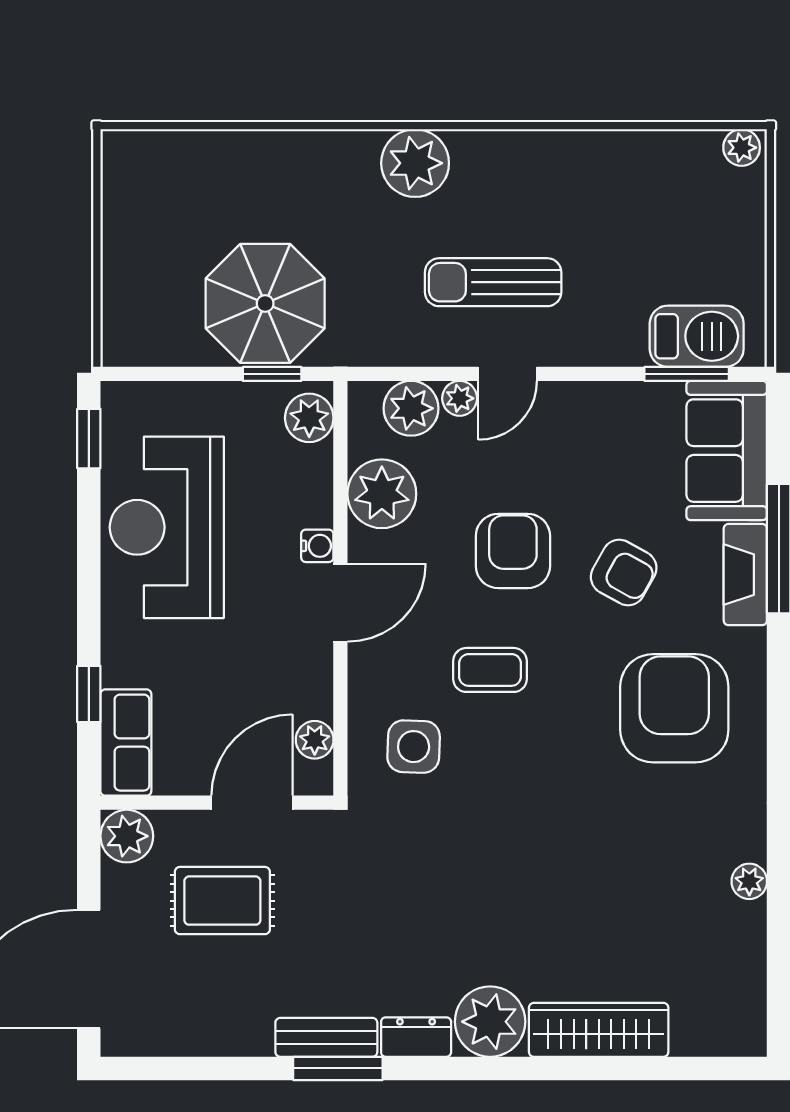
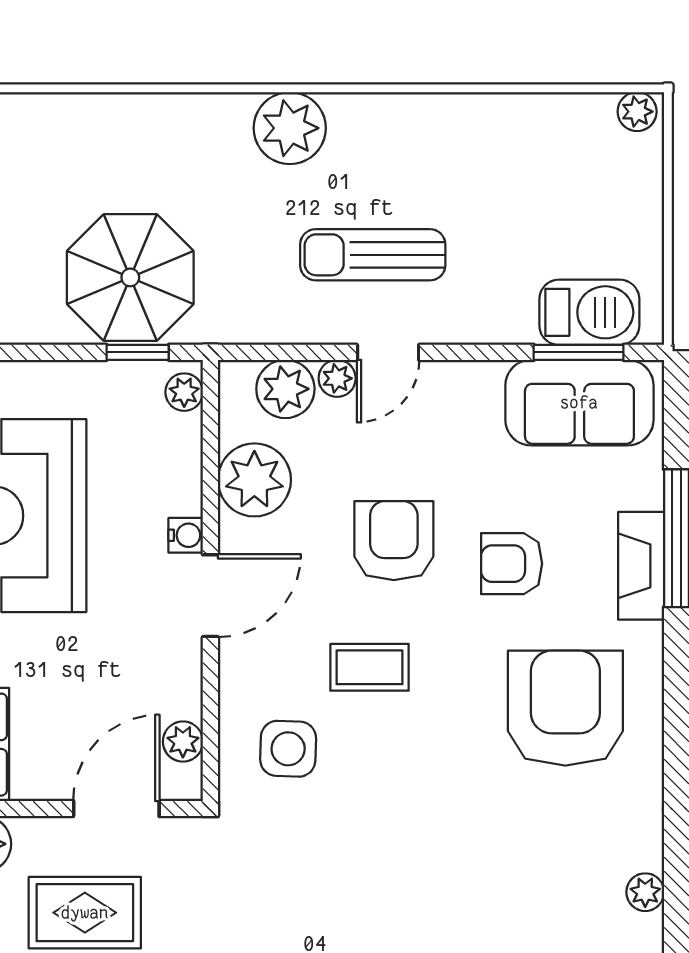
plant: (309, 418) -> (184, 392), width x0.73, depth x0.73
sofa: (727, 451) -> (579, 403), moved, turned -90
armchair: (624, 572) -> (512, 564), turned 151

